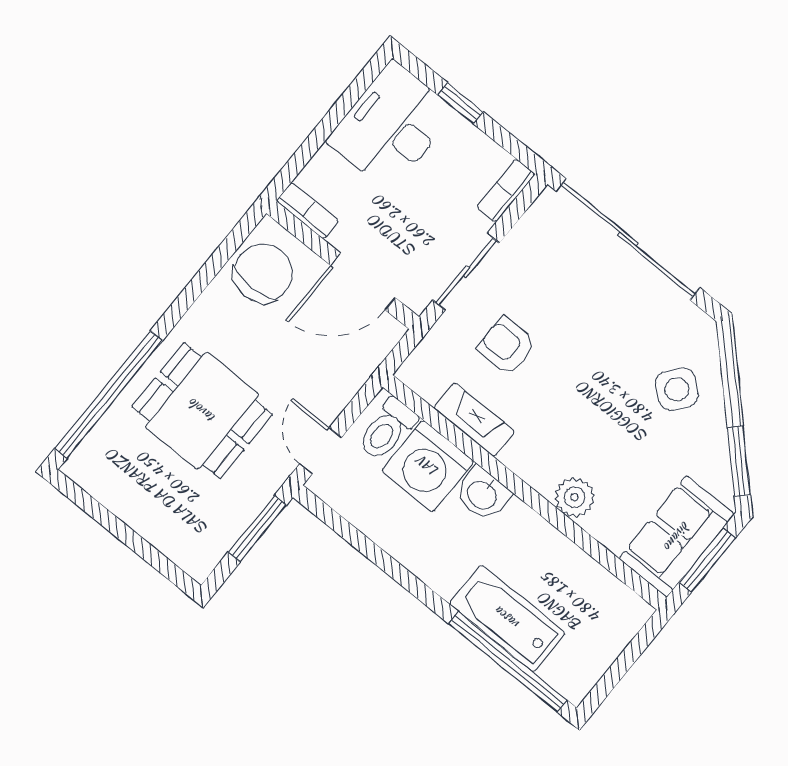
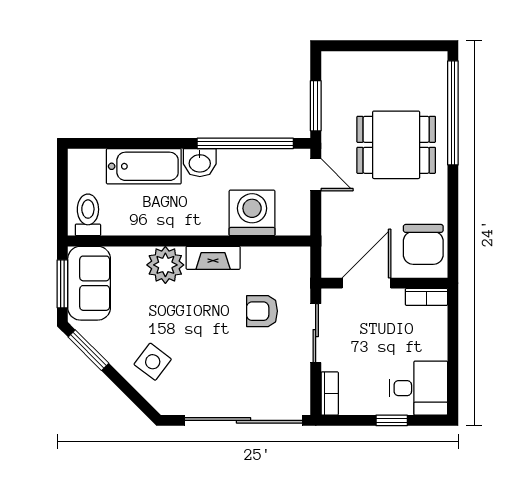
desk: (391, 126) -> (419, 388), width x0.73
armchair: (507, 346) -> (262, 311), turned 180
fireplace: (474, 420) -> (213, 258), moved
toilet: (387, 429) -> (88, 215), moved
washbasin: (483, 494) -> (200, 163), moved, turned 180
plant: (575, 497) -> (165, 265), width x1.36, depth x1.36
window: (508, 662) -> (245, 143), moved

